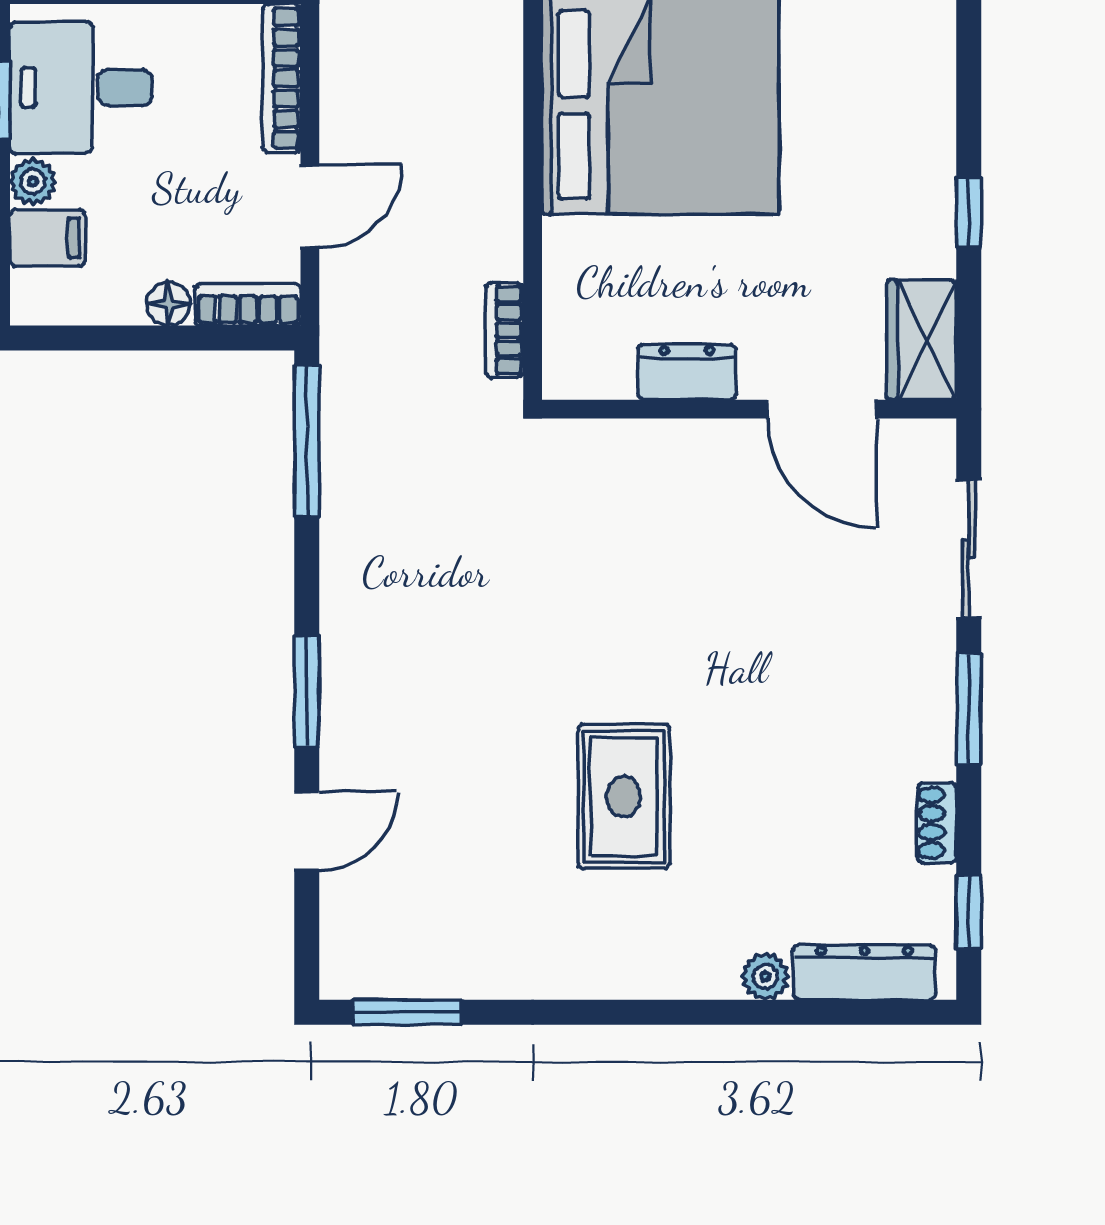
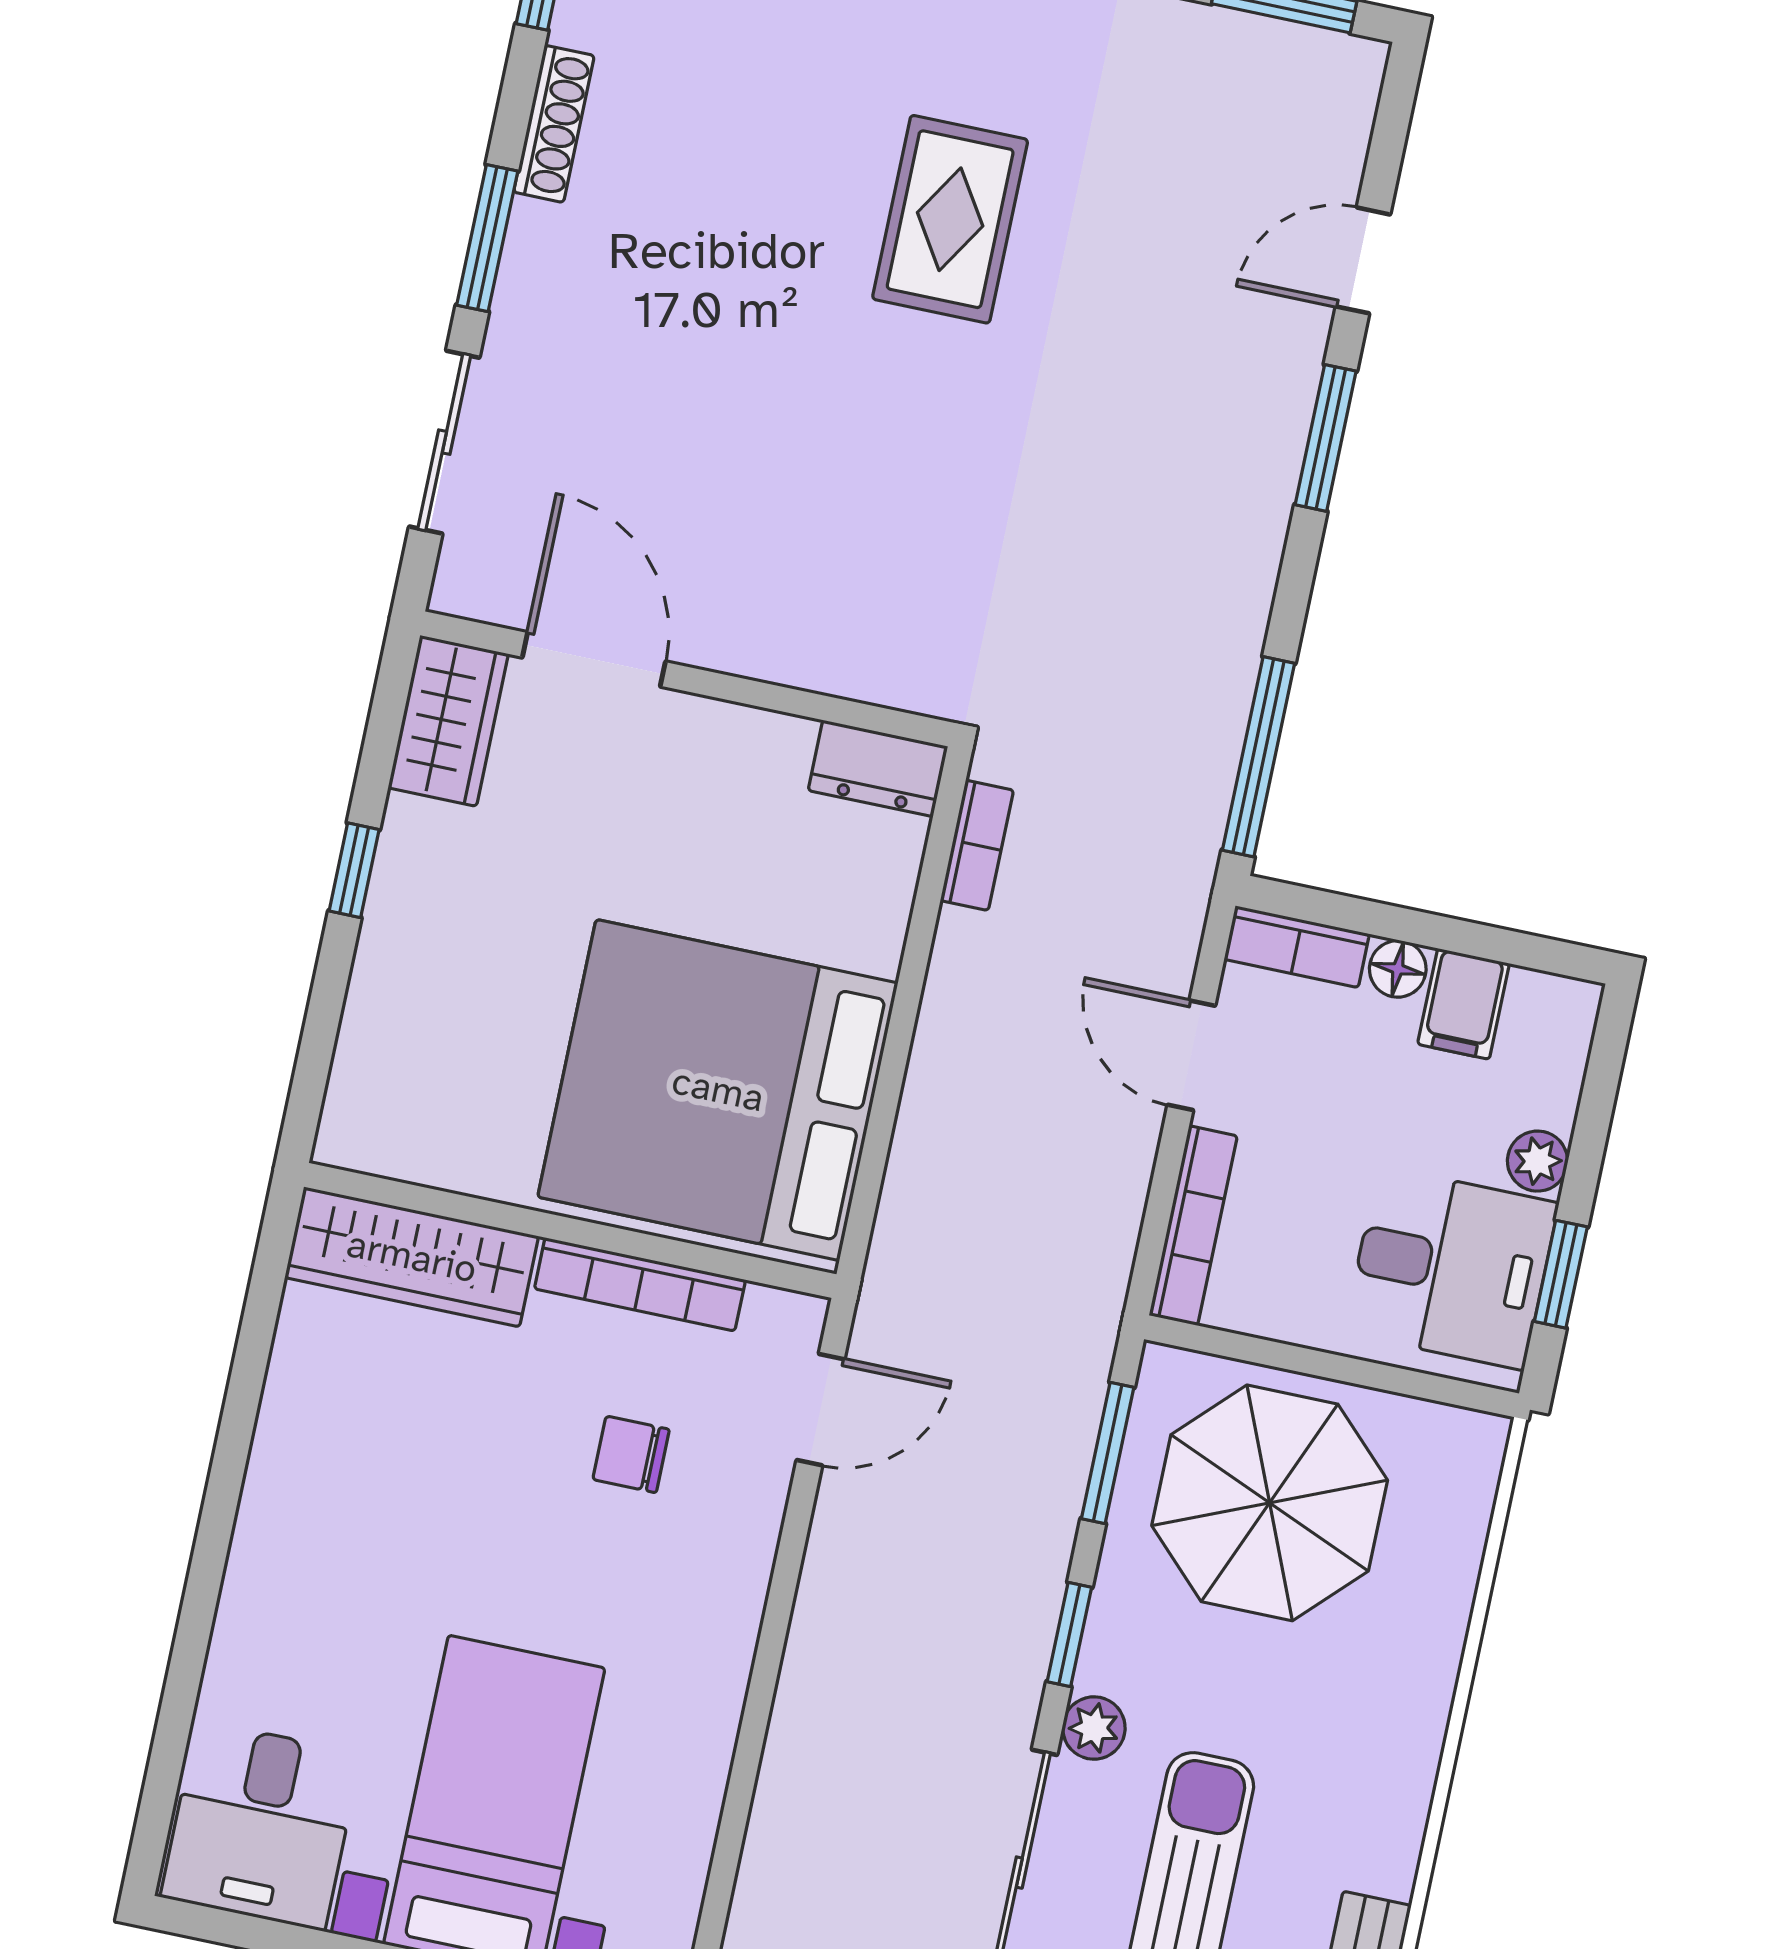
door: (310, 206) -> (1191, 1055), hinge flipped
filing cabinet: (47, 238) -> (1463, 1004), moved, turned -90
dresser: (687, 372) -> (878, 768), moved
shoe rack: (937, 823) -> (554, 124), width x1.43

